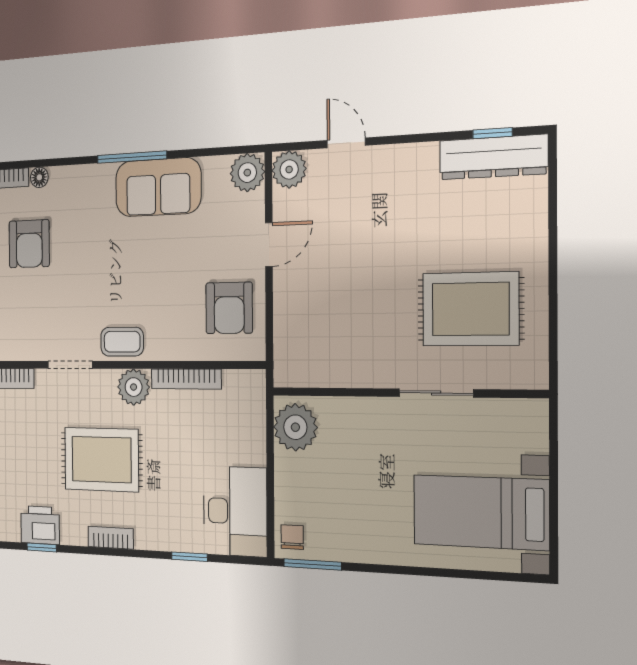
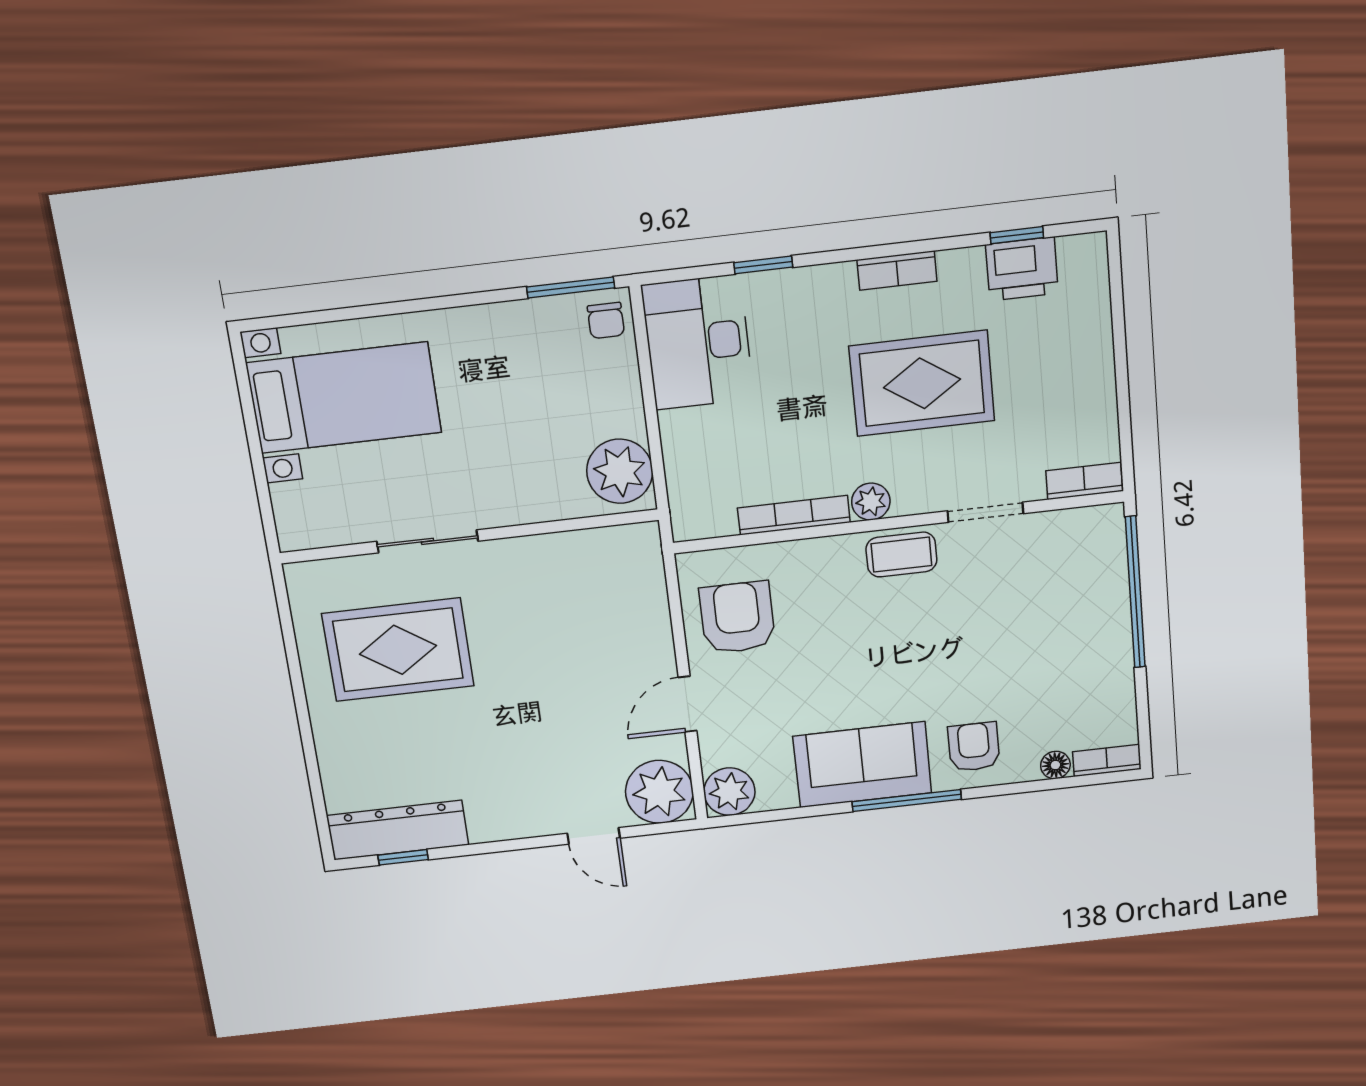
plant: (289, 169) -> (659, 792), width x1.36, depth x1.36
armchair: (29, 244) -> (974, 747), moved, width x0.72, depth x0.72
plant: (134, 387) -> (871, 502), width x0.73, depth x0.73

